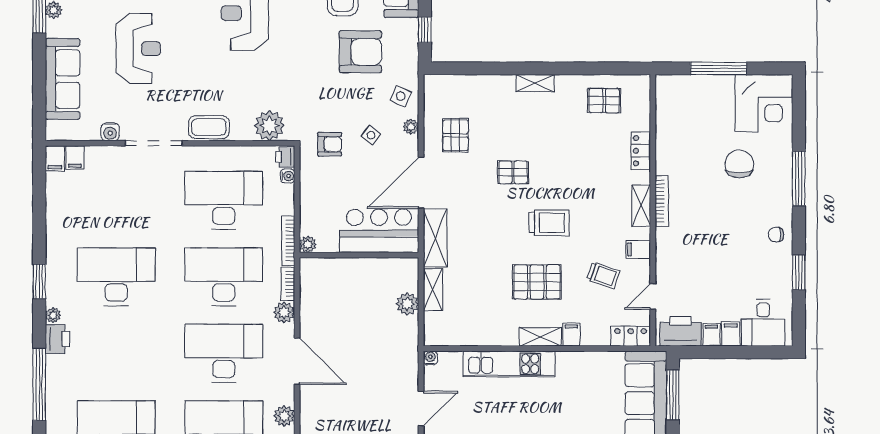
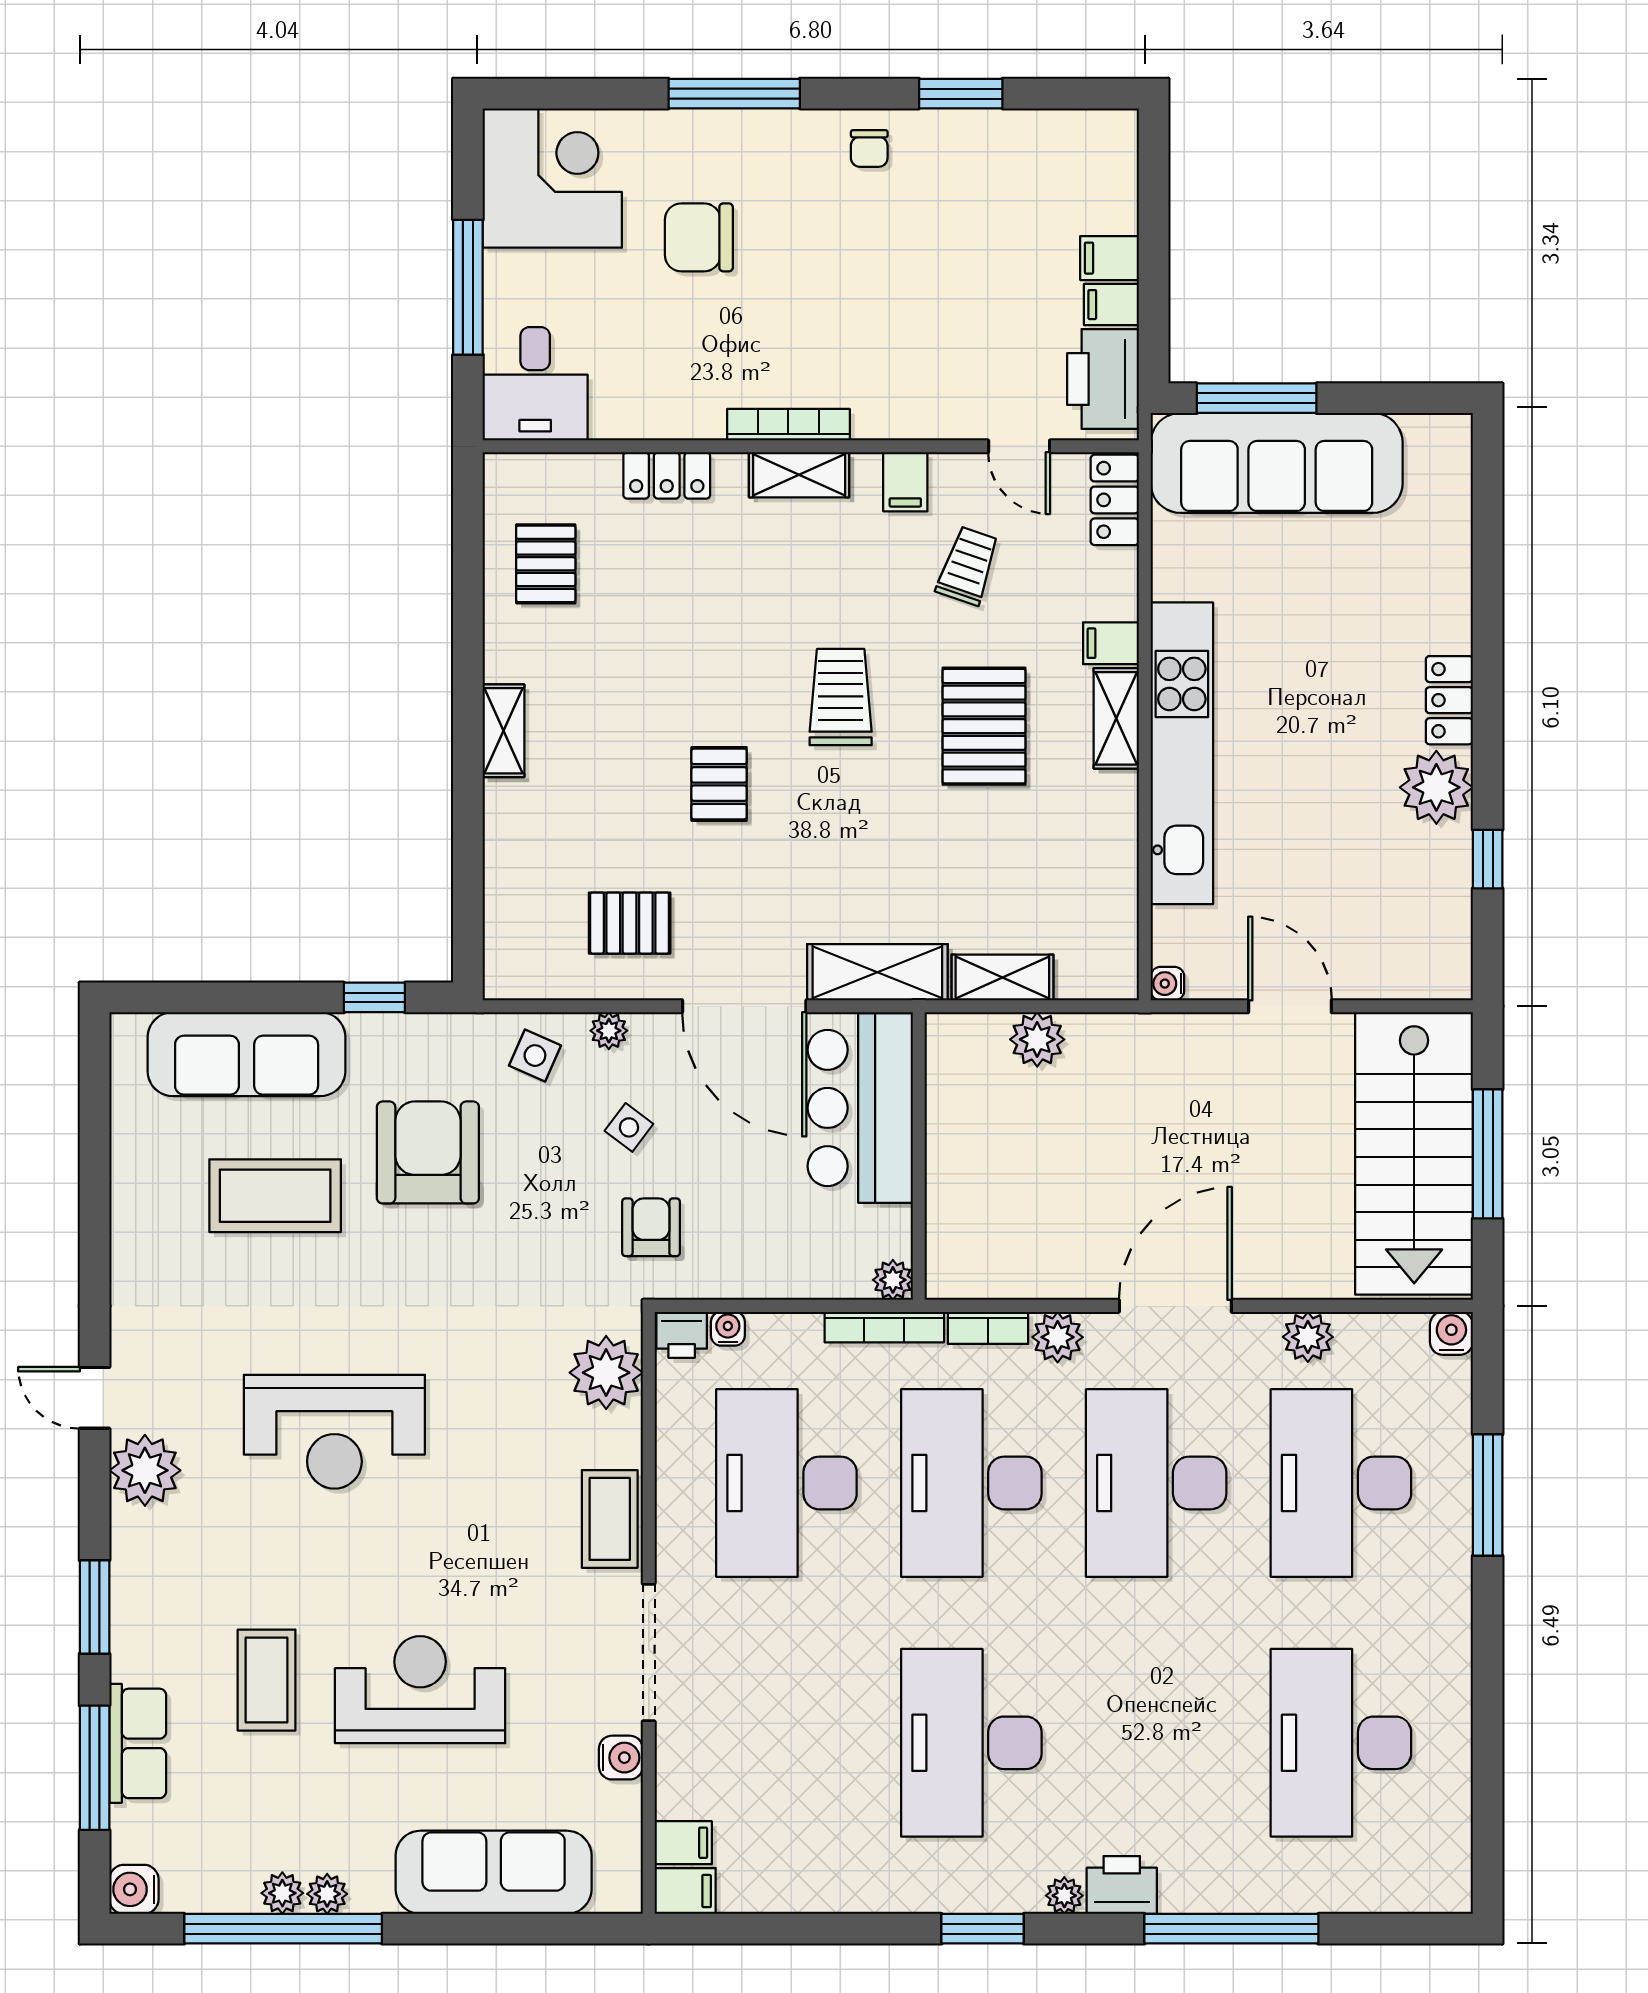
desk: (763, 323) -> (535, 384), moved, turned 90
kitchen unit: (509, 364) -> (1182, 753), width x1.36

